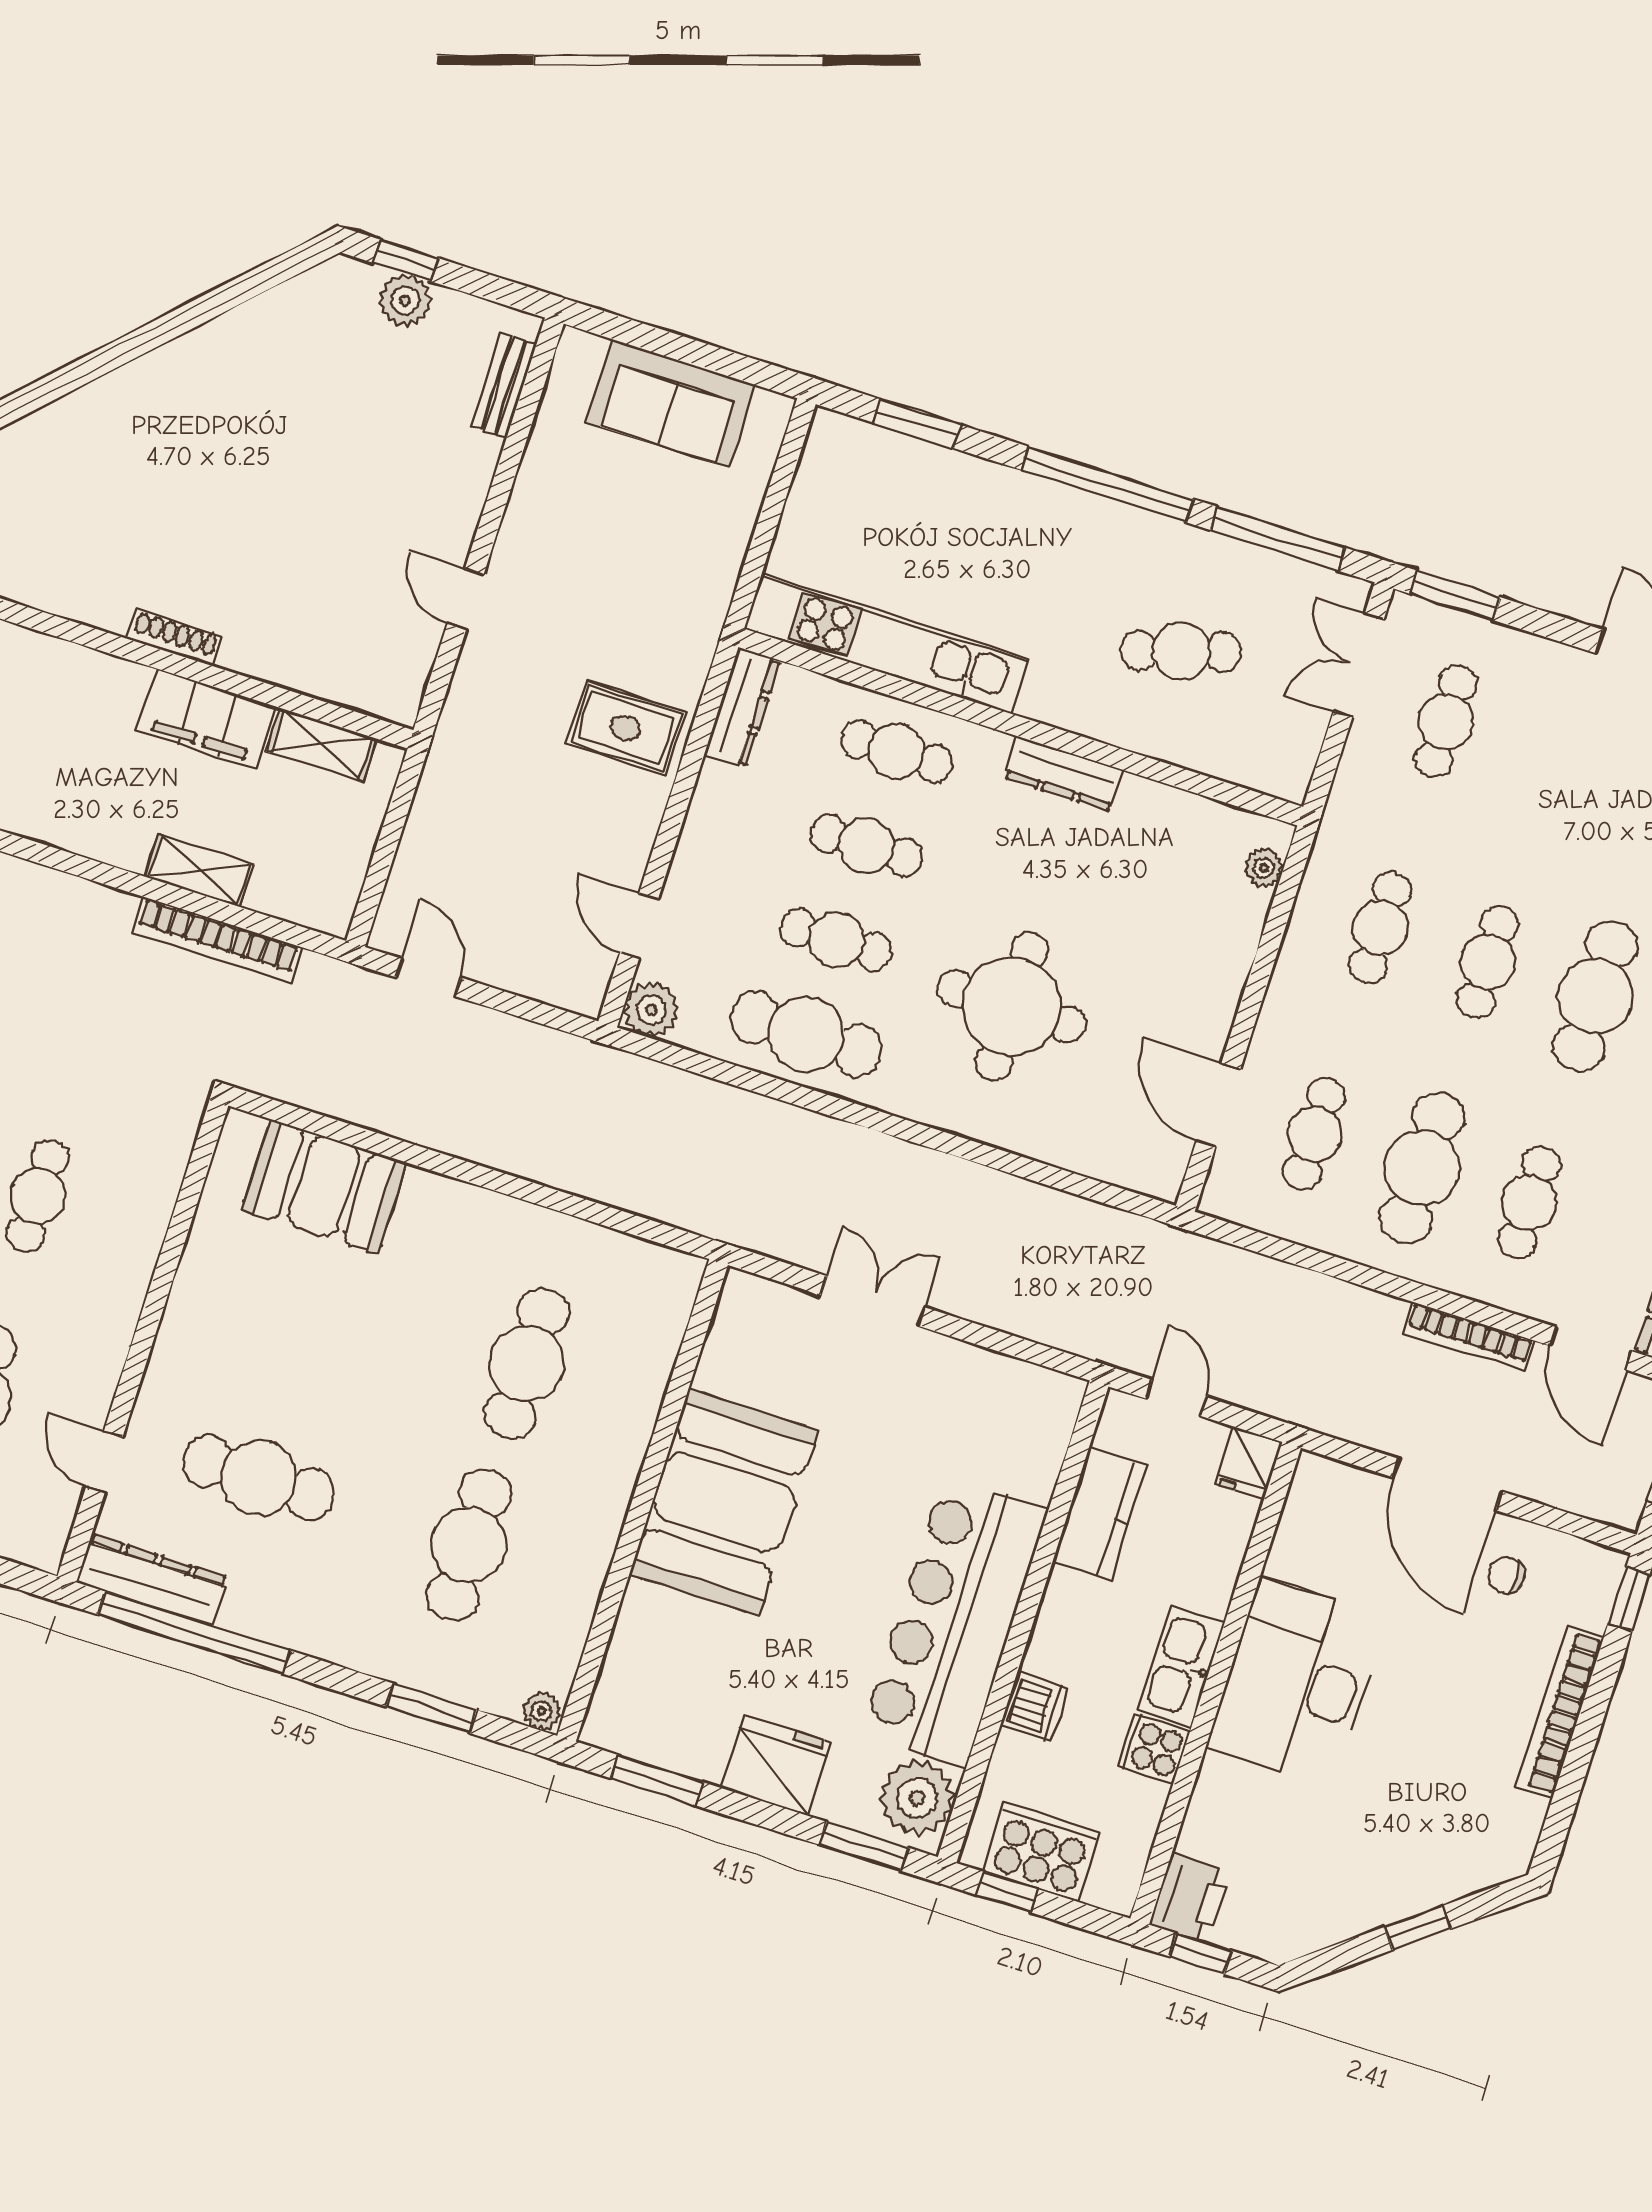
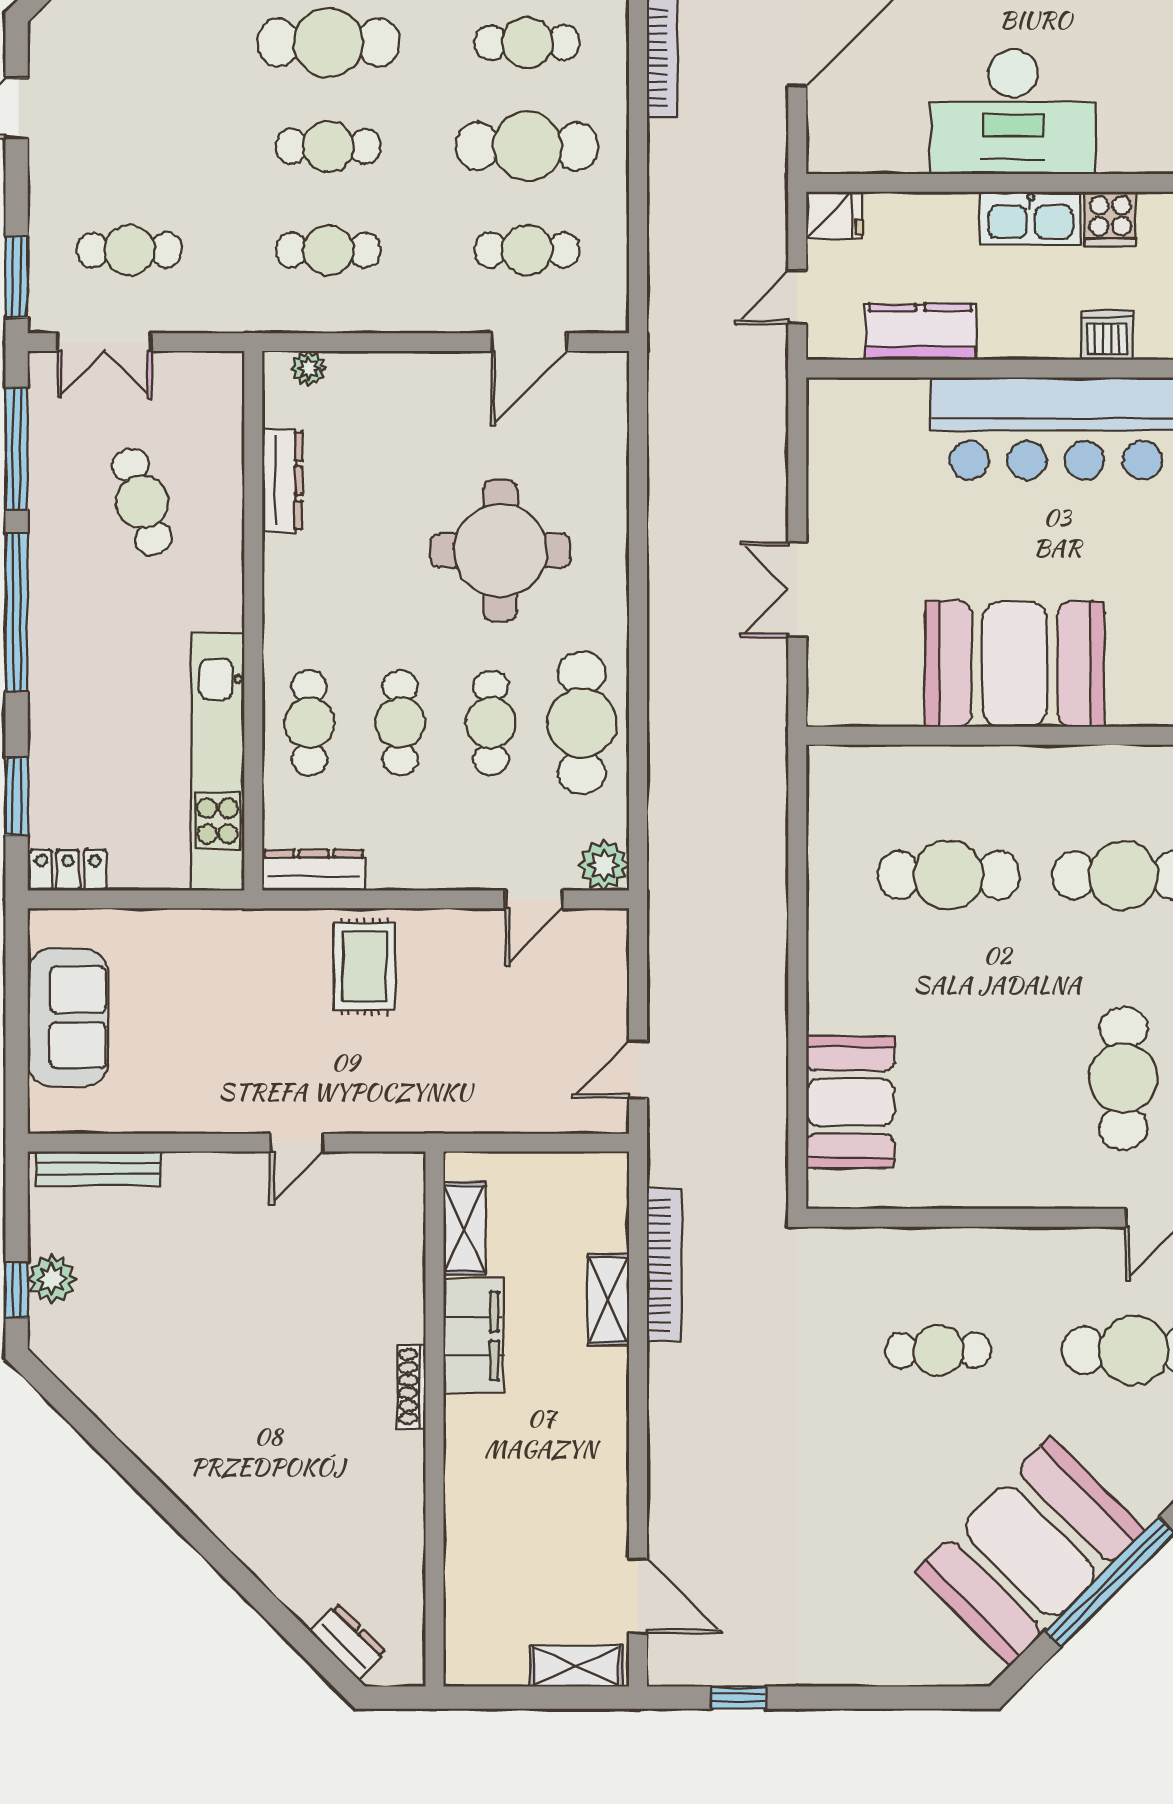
bench: (504, 385) -> (98, 1169), width x1.36
locker: (824, 453) -> (68, 870), added
dresser: (1064, 774) -> (282, 481), moved

